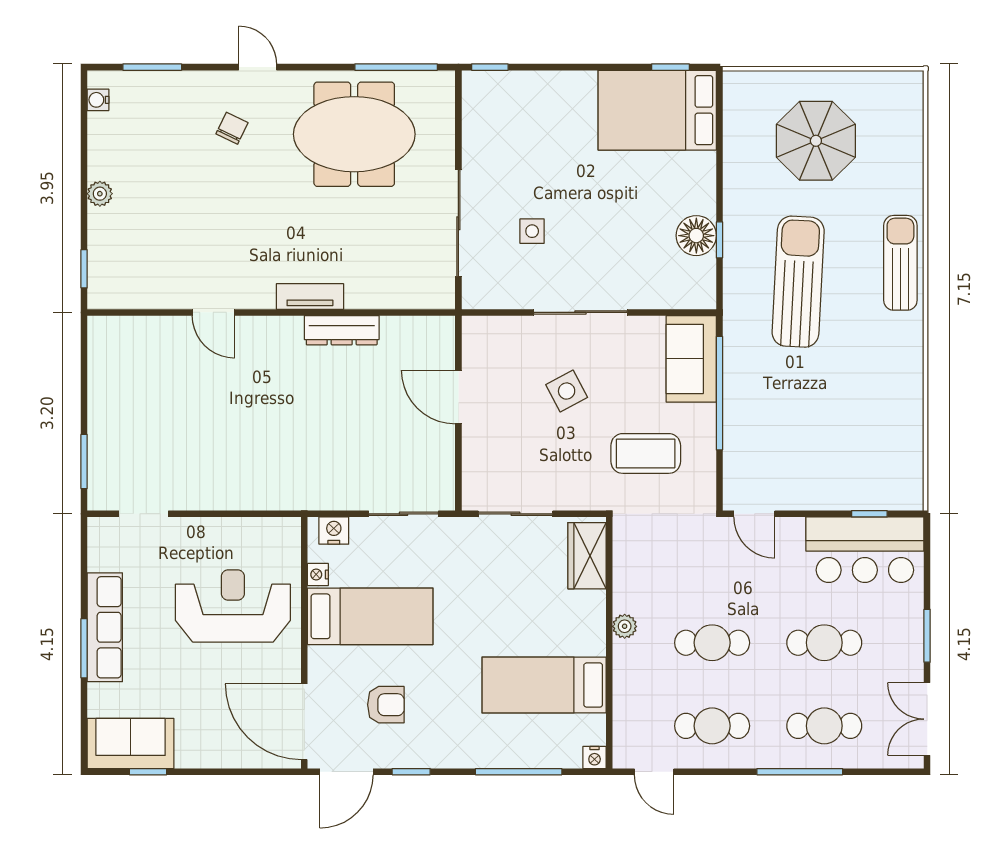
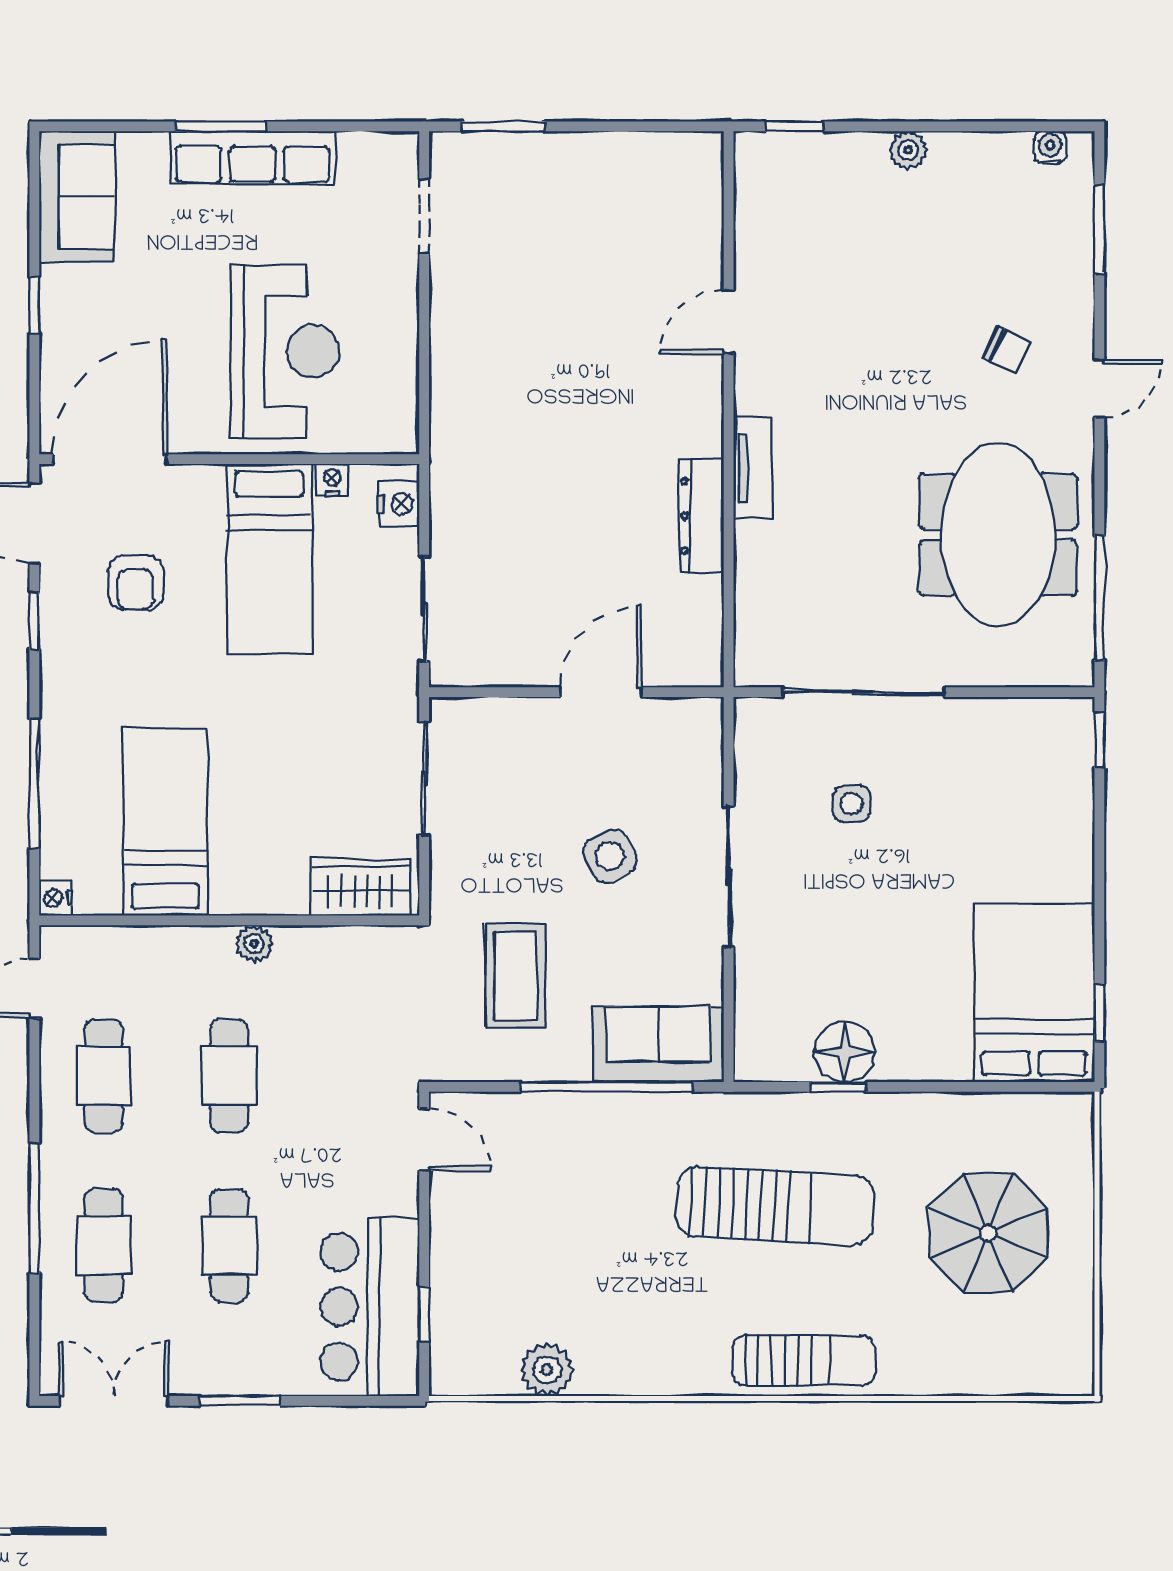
plant: (906, 433) -> (547, 1370), added
door: (754, 514) -> (424, 1140), swing flipped
window: (148, 772) -> (34, 305), moved

